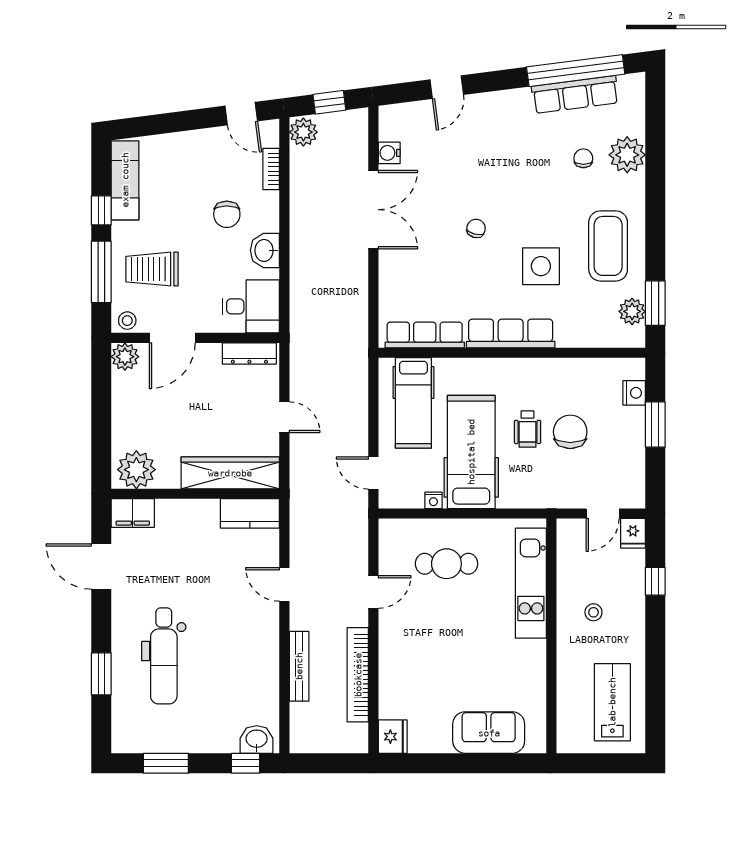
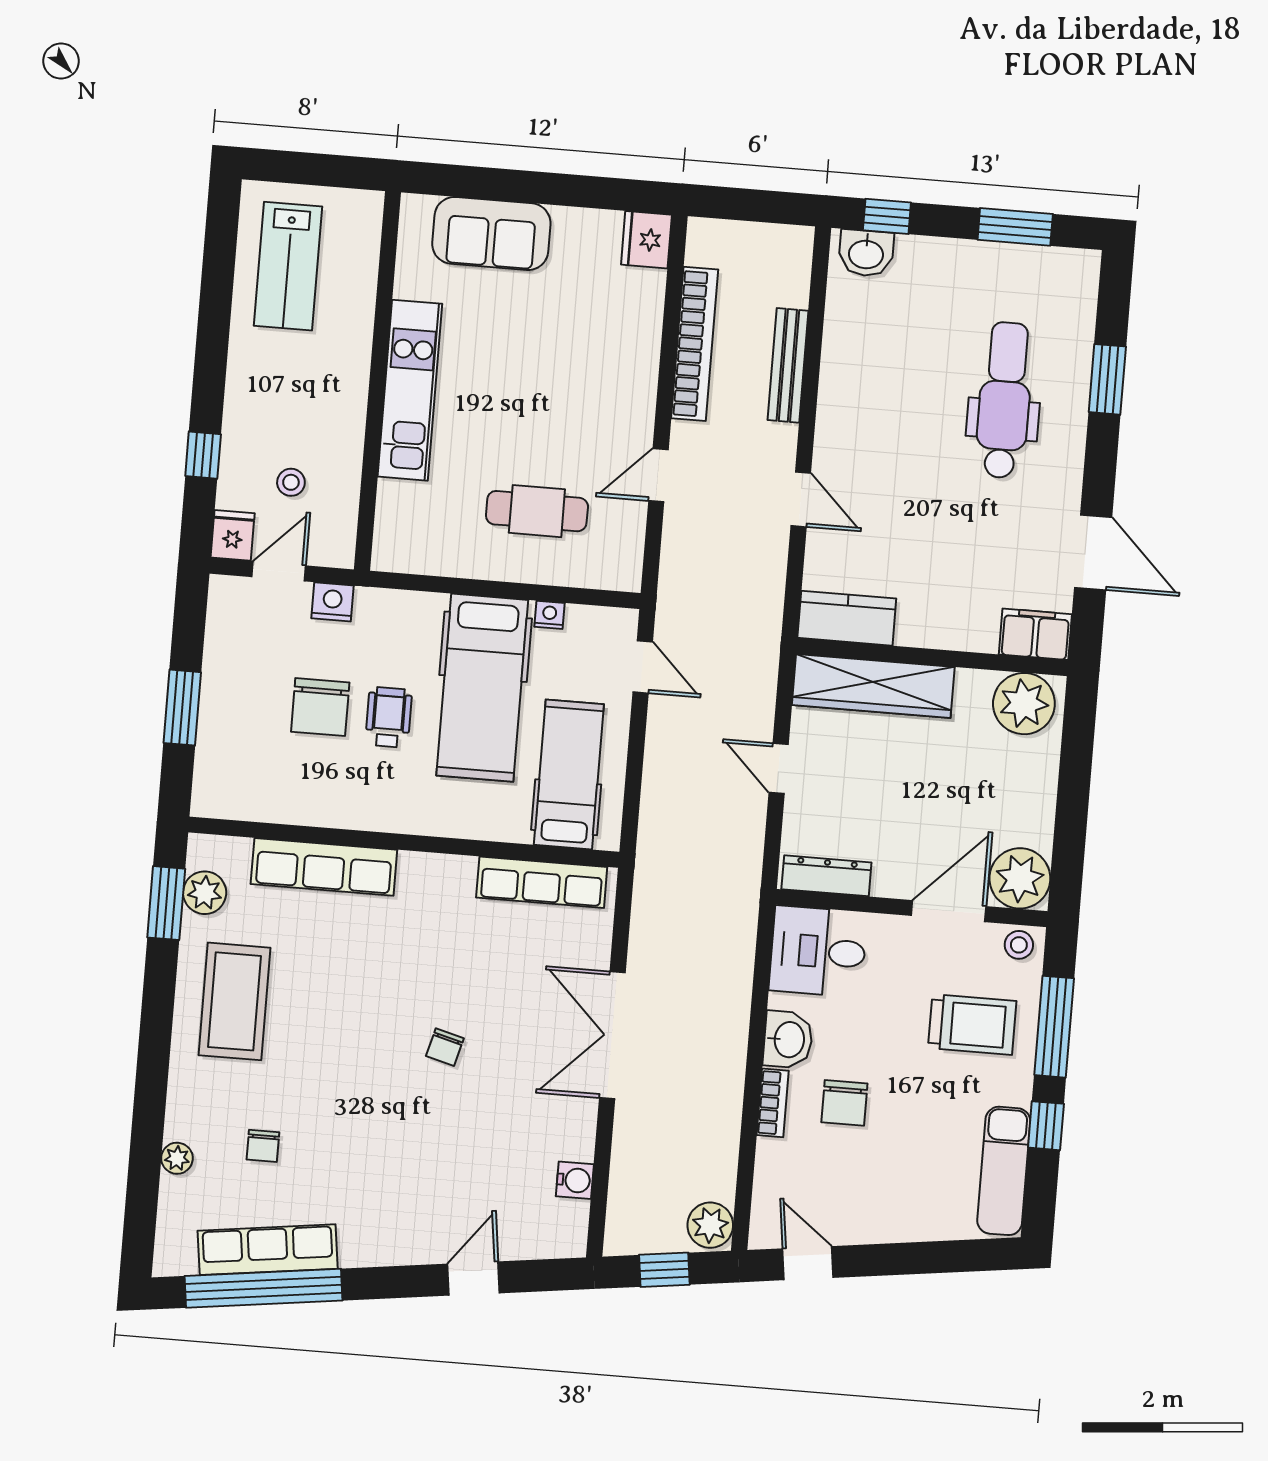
plant: (627, 155) -> (177, 1158), width x0.53, depth x0.53
bookcase: (271, 169) -> (773, 1103), moved
double door: (373, 210) -> (612, 1035), moved
chair: (227, 214) -> (844, 1103), turned 180
side table: (541, 266) -> (345, 978), removed
row of seats: (511, 333) -> (324, 867), moved
plant: (125, 357) -> (1020, 878), width x1.36, depth x1.36
nightstand: (634, 393) -> (332, 602), moved, turned 90
kitchen unit: (531, 583) -> (410, 390), moved
stool: (593, 612) -> (291, 482), moved

